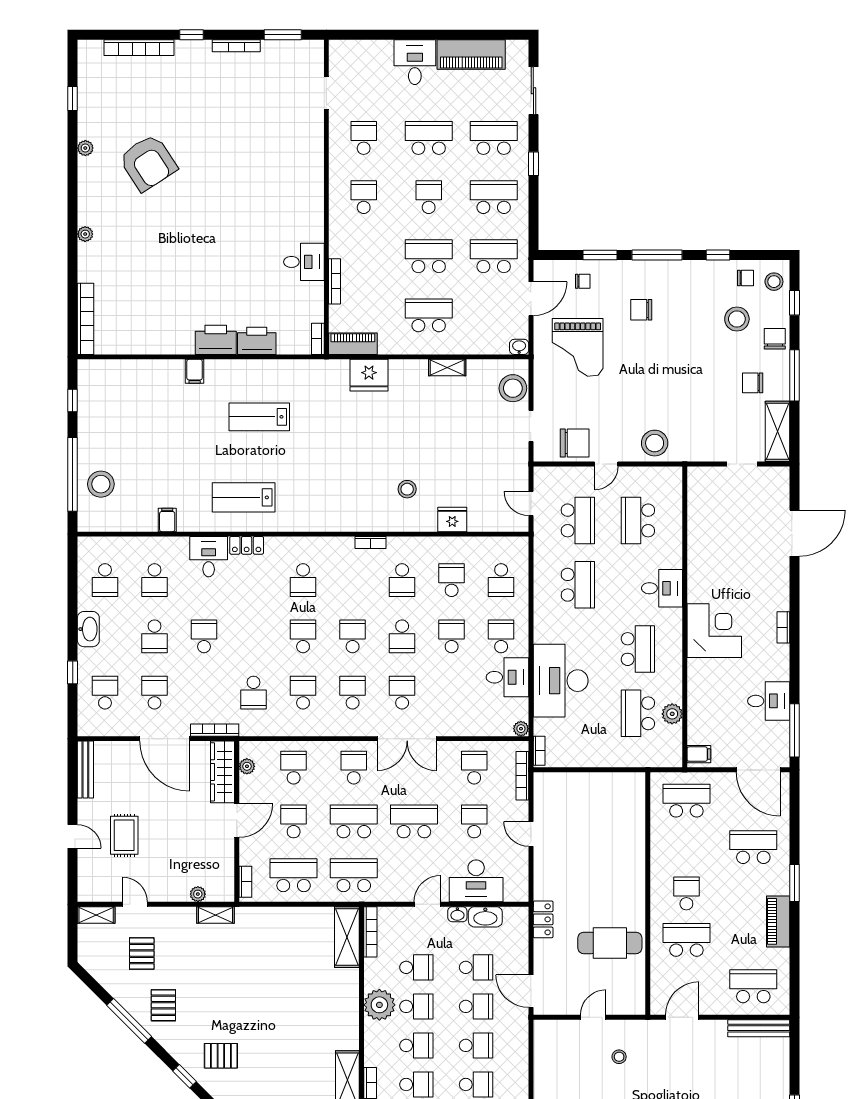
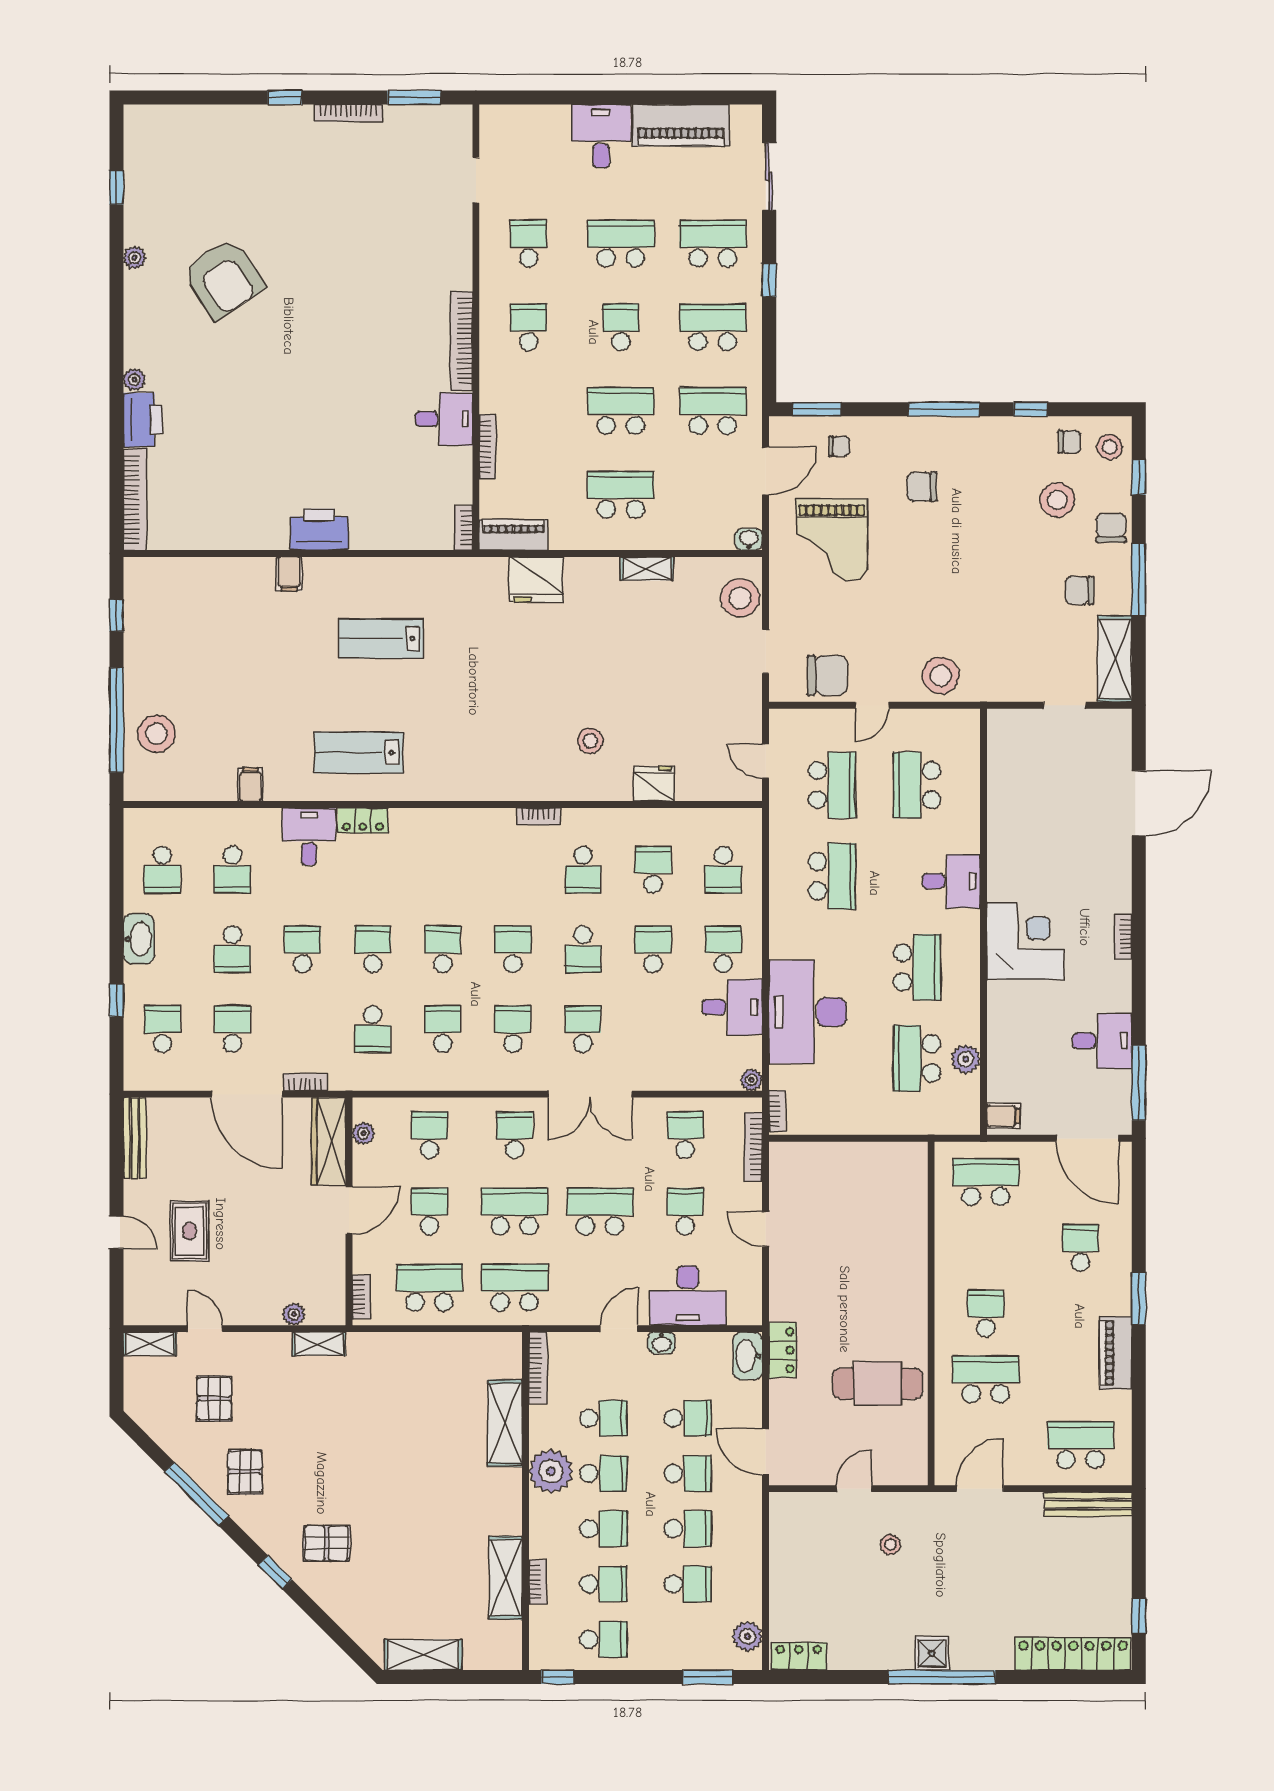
bookcase: (139, 48) -> (461, 341), moved, turned 90
window: (600, 255) -> (817, 409), moved
printer: (257, 341) -> (143, 420), moved, turned 90
school desk: (303, 580) -> (373, 949), moved, turned 180
bookcase: (215, 730) -> (305, 1082), width x0.64
school desk: (753, 847) -> (1081, 1248), width x0.54
washbasin: (485, 917) -> (748, 1356), moved, turned 90
shelving: (347, 937) -> (505, 1423), moved

